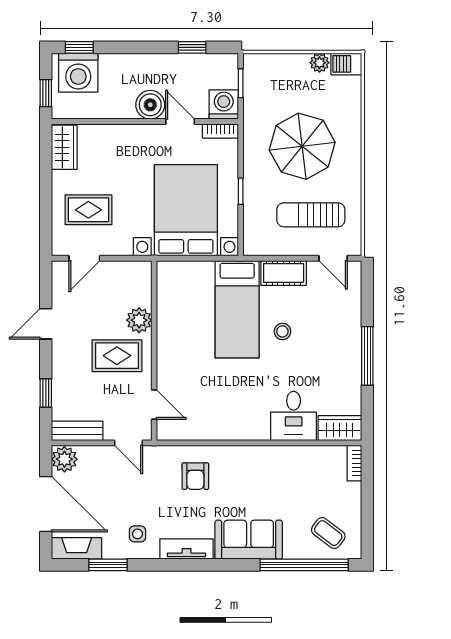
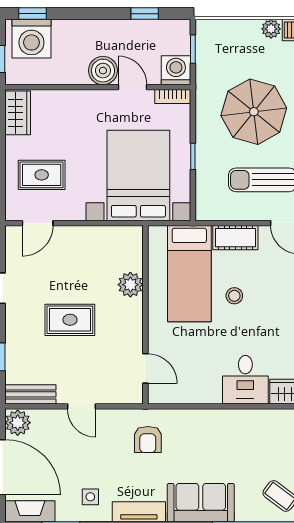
plant: (139, 320) -> (130, 285), moved
wall: (154, 351) -> (145, 315), moved
door: (154, 405) -> (145, 368), moved

